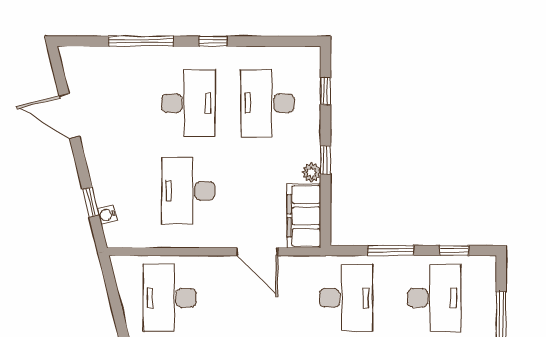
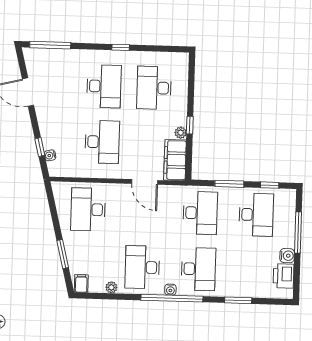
window: (141, 41) -> (50, 45), moved
window: (325, 91) -> (191, 81), removed
desk: (188, 191) -> (102, 142), turned 180

